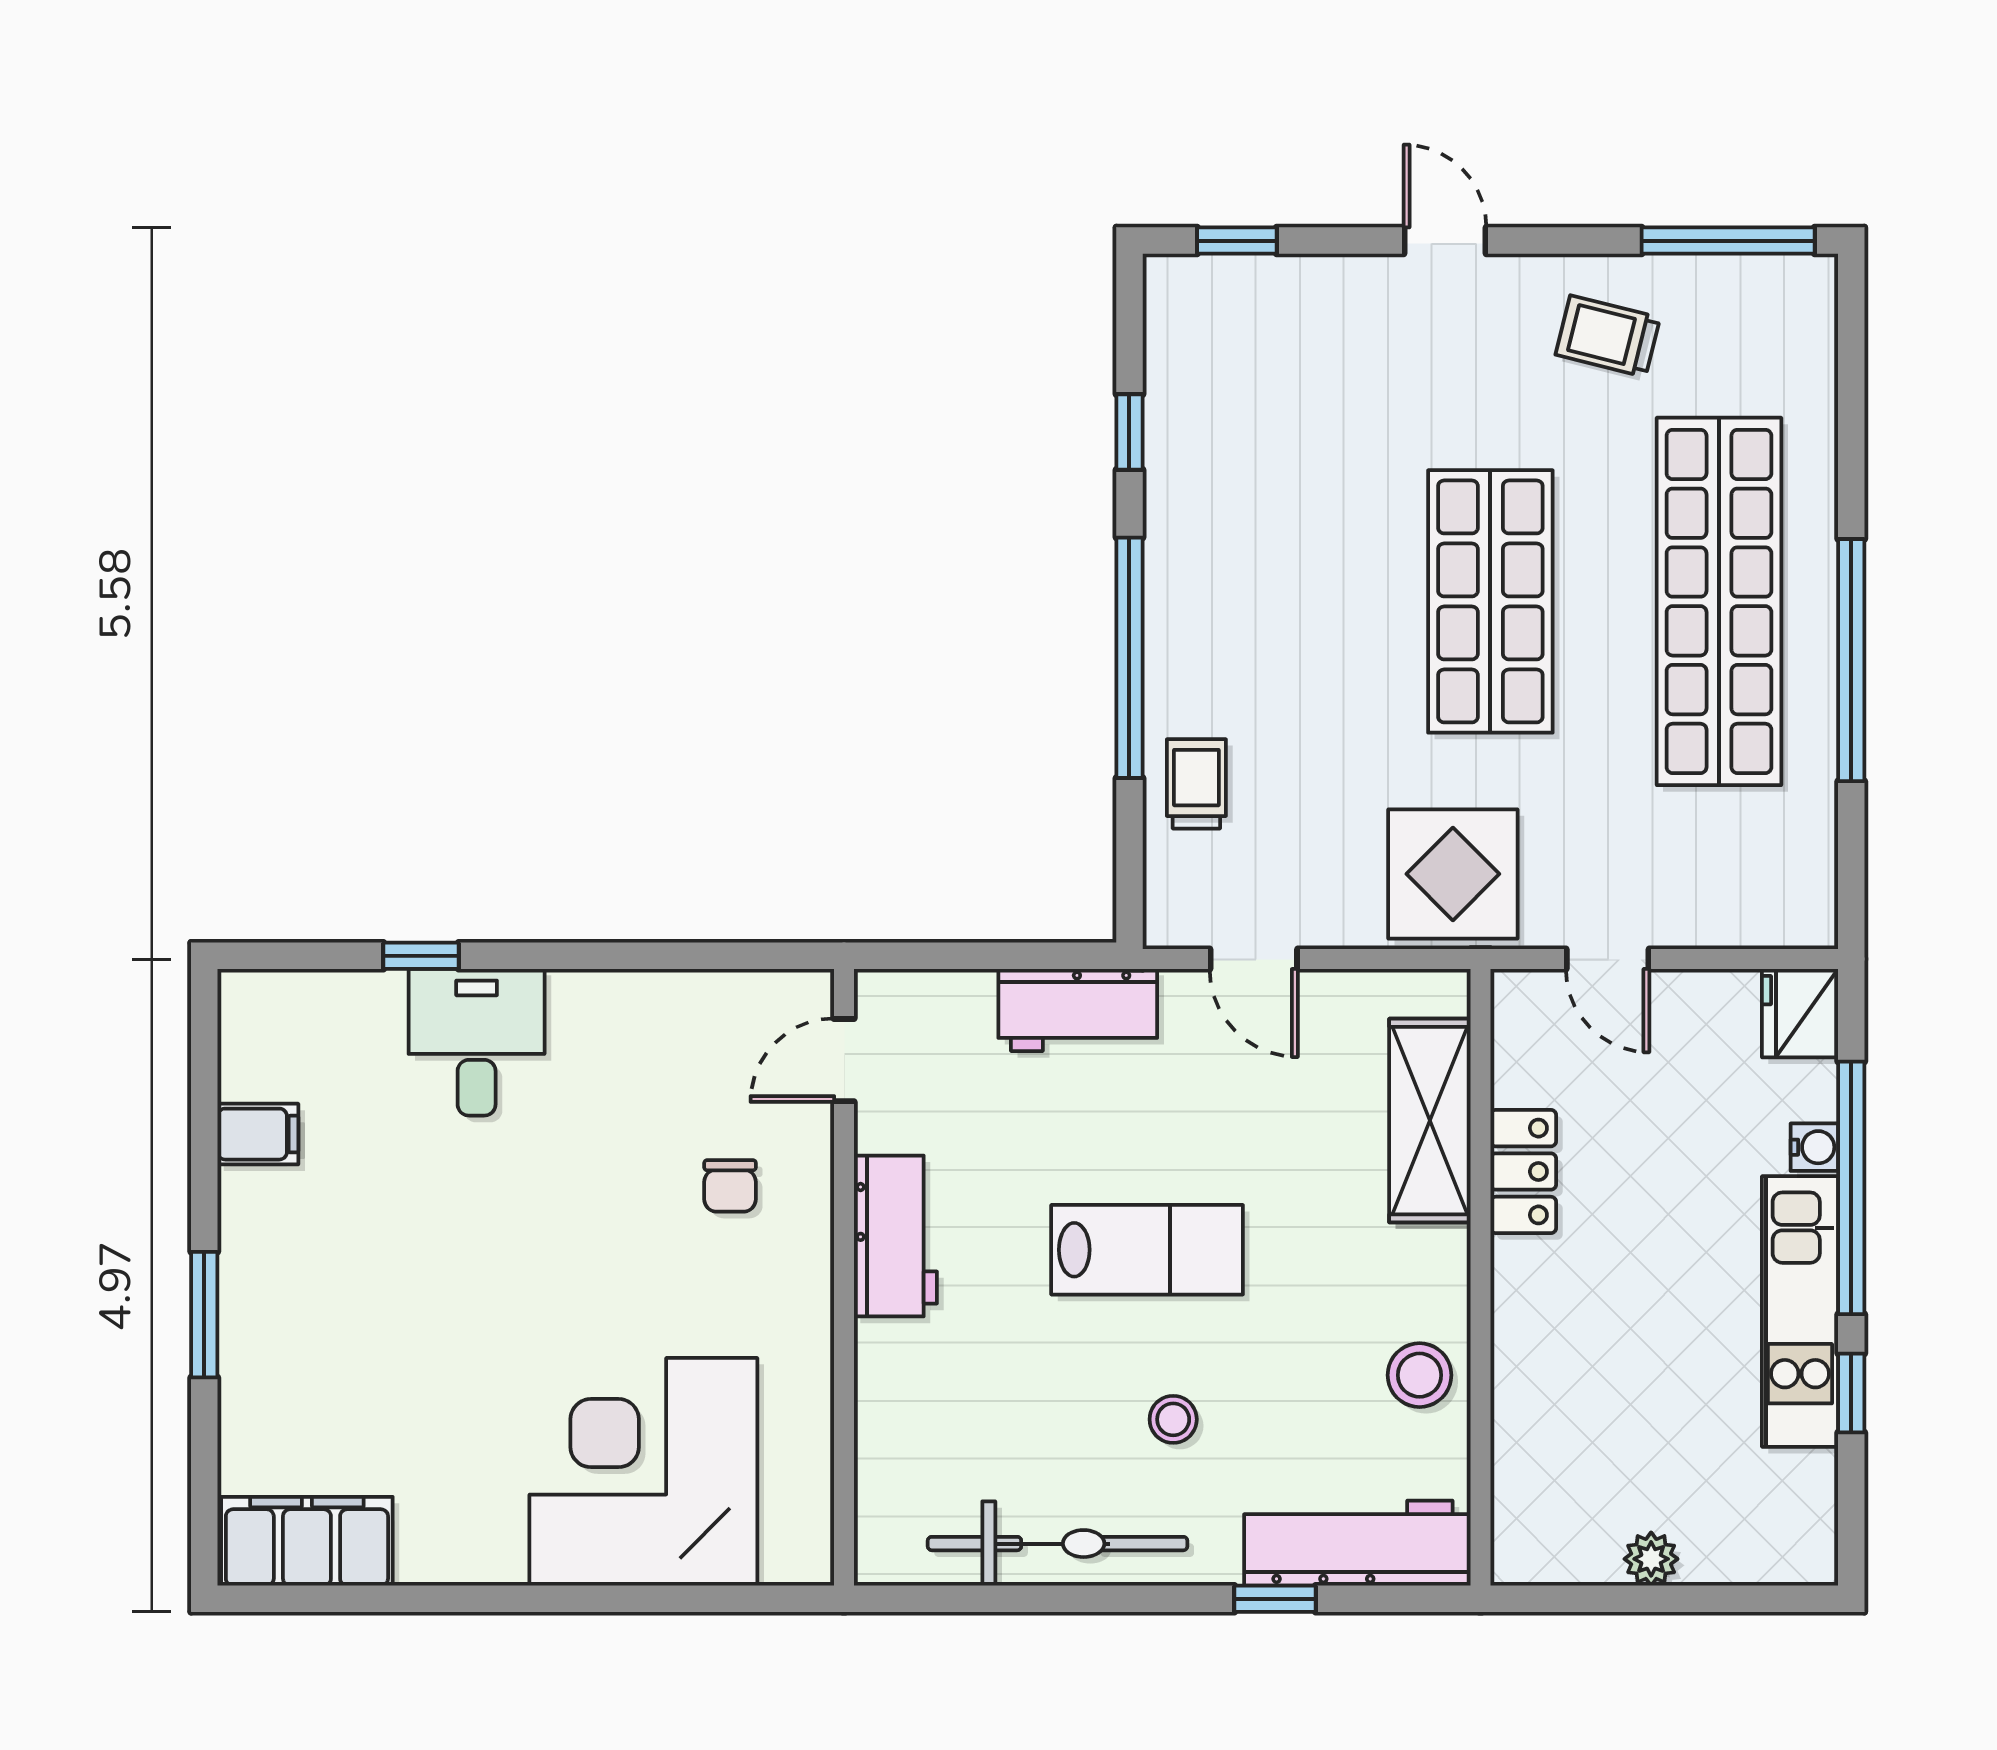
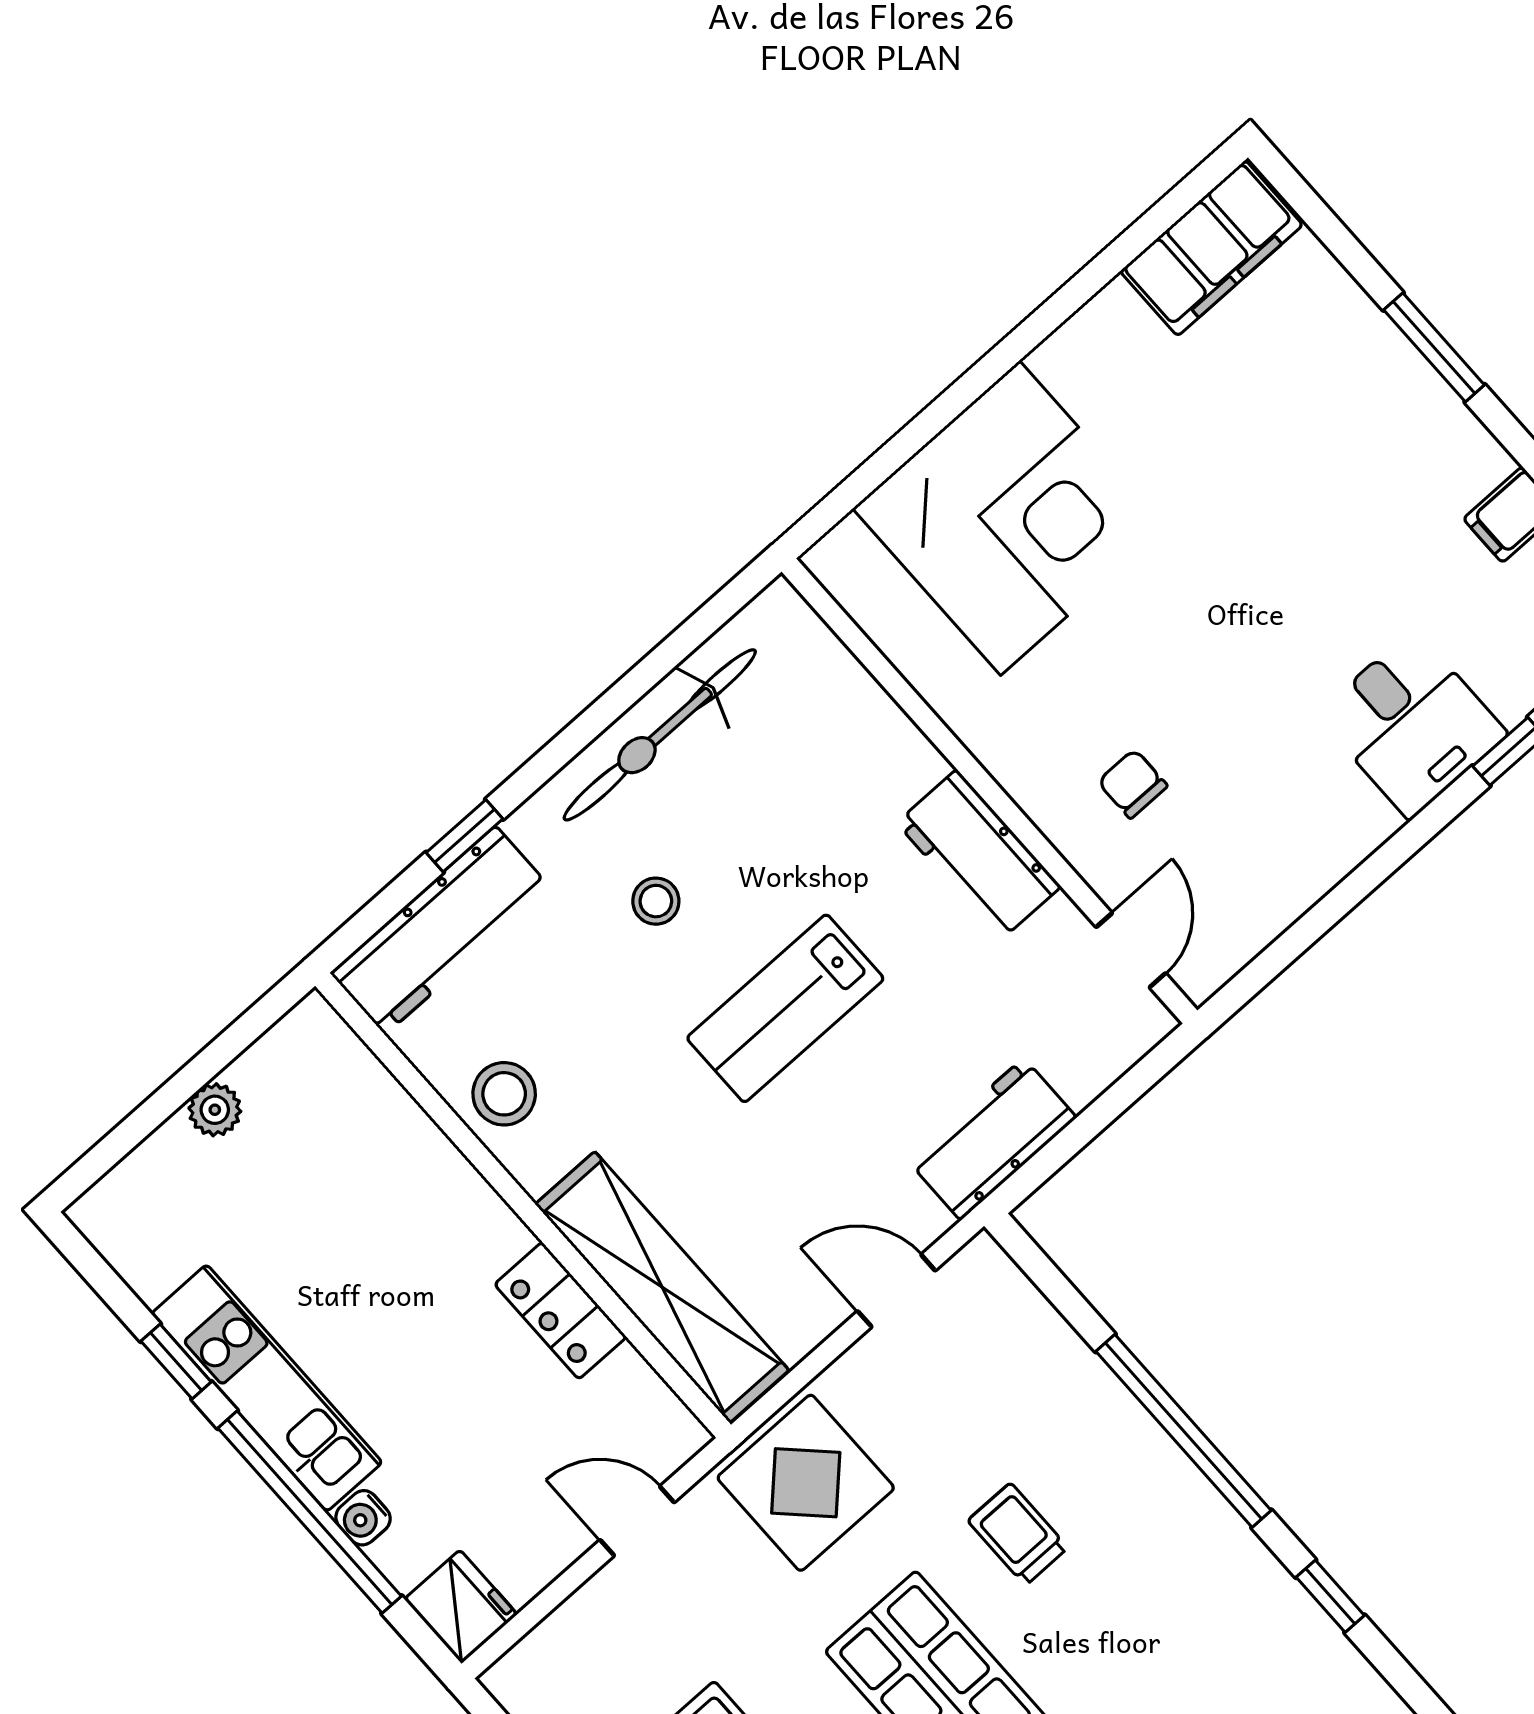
trolley: (1196, 784) -> (1018, 1534), moved, turned 180
shelving: (1430, 1121) -> (662, 1287), width x1.47

